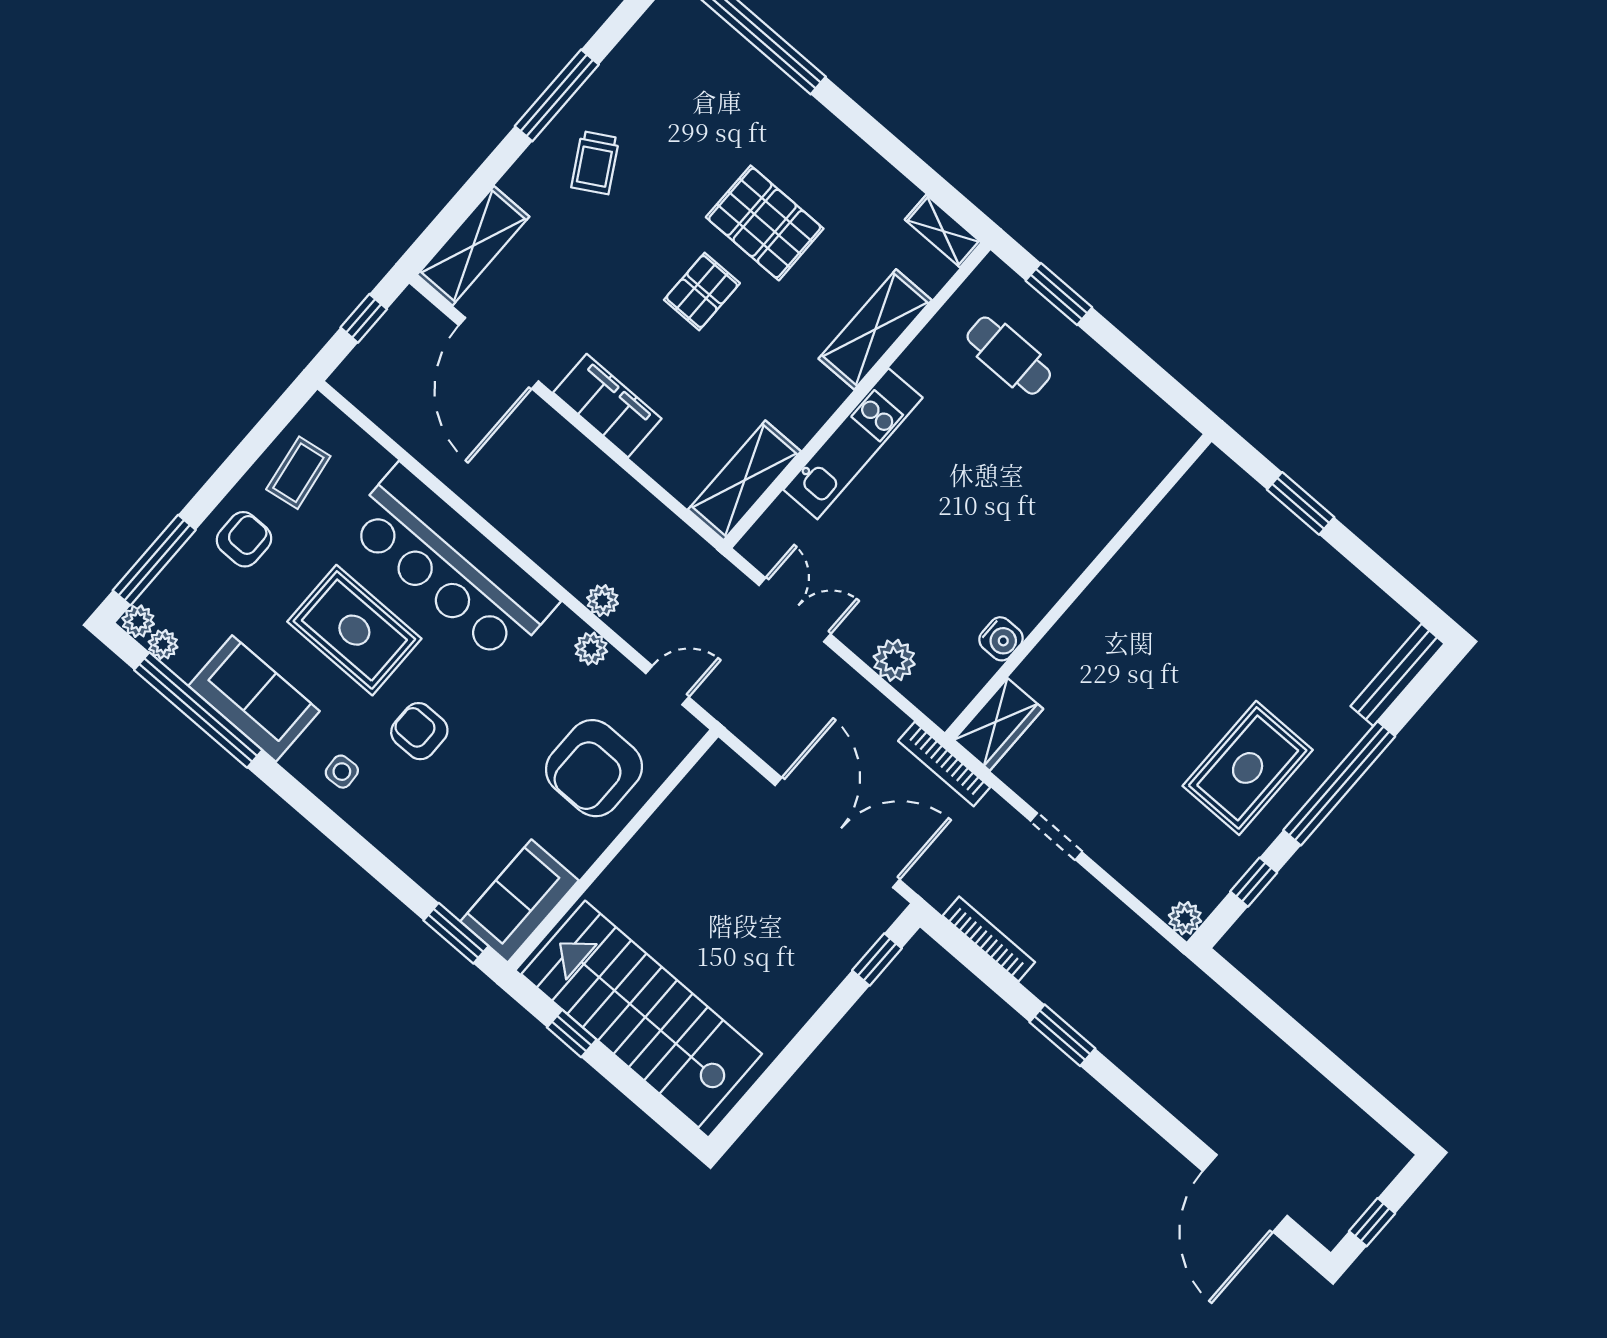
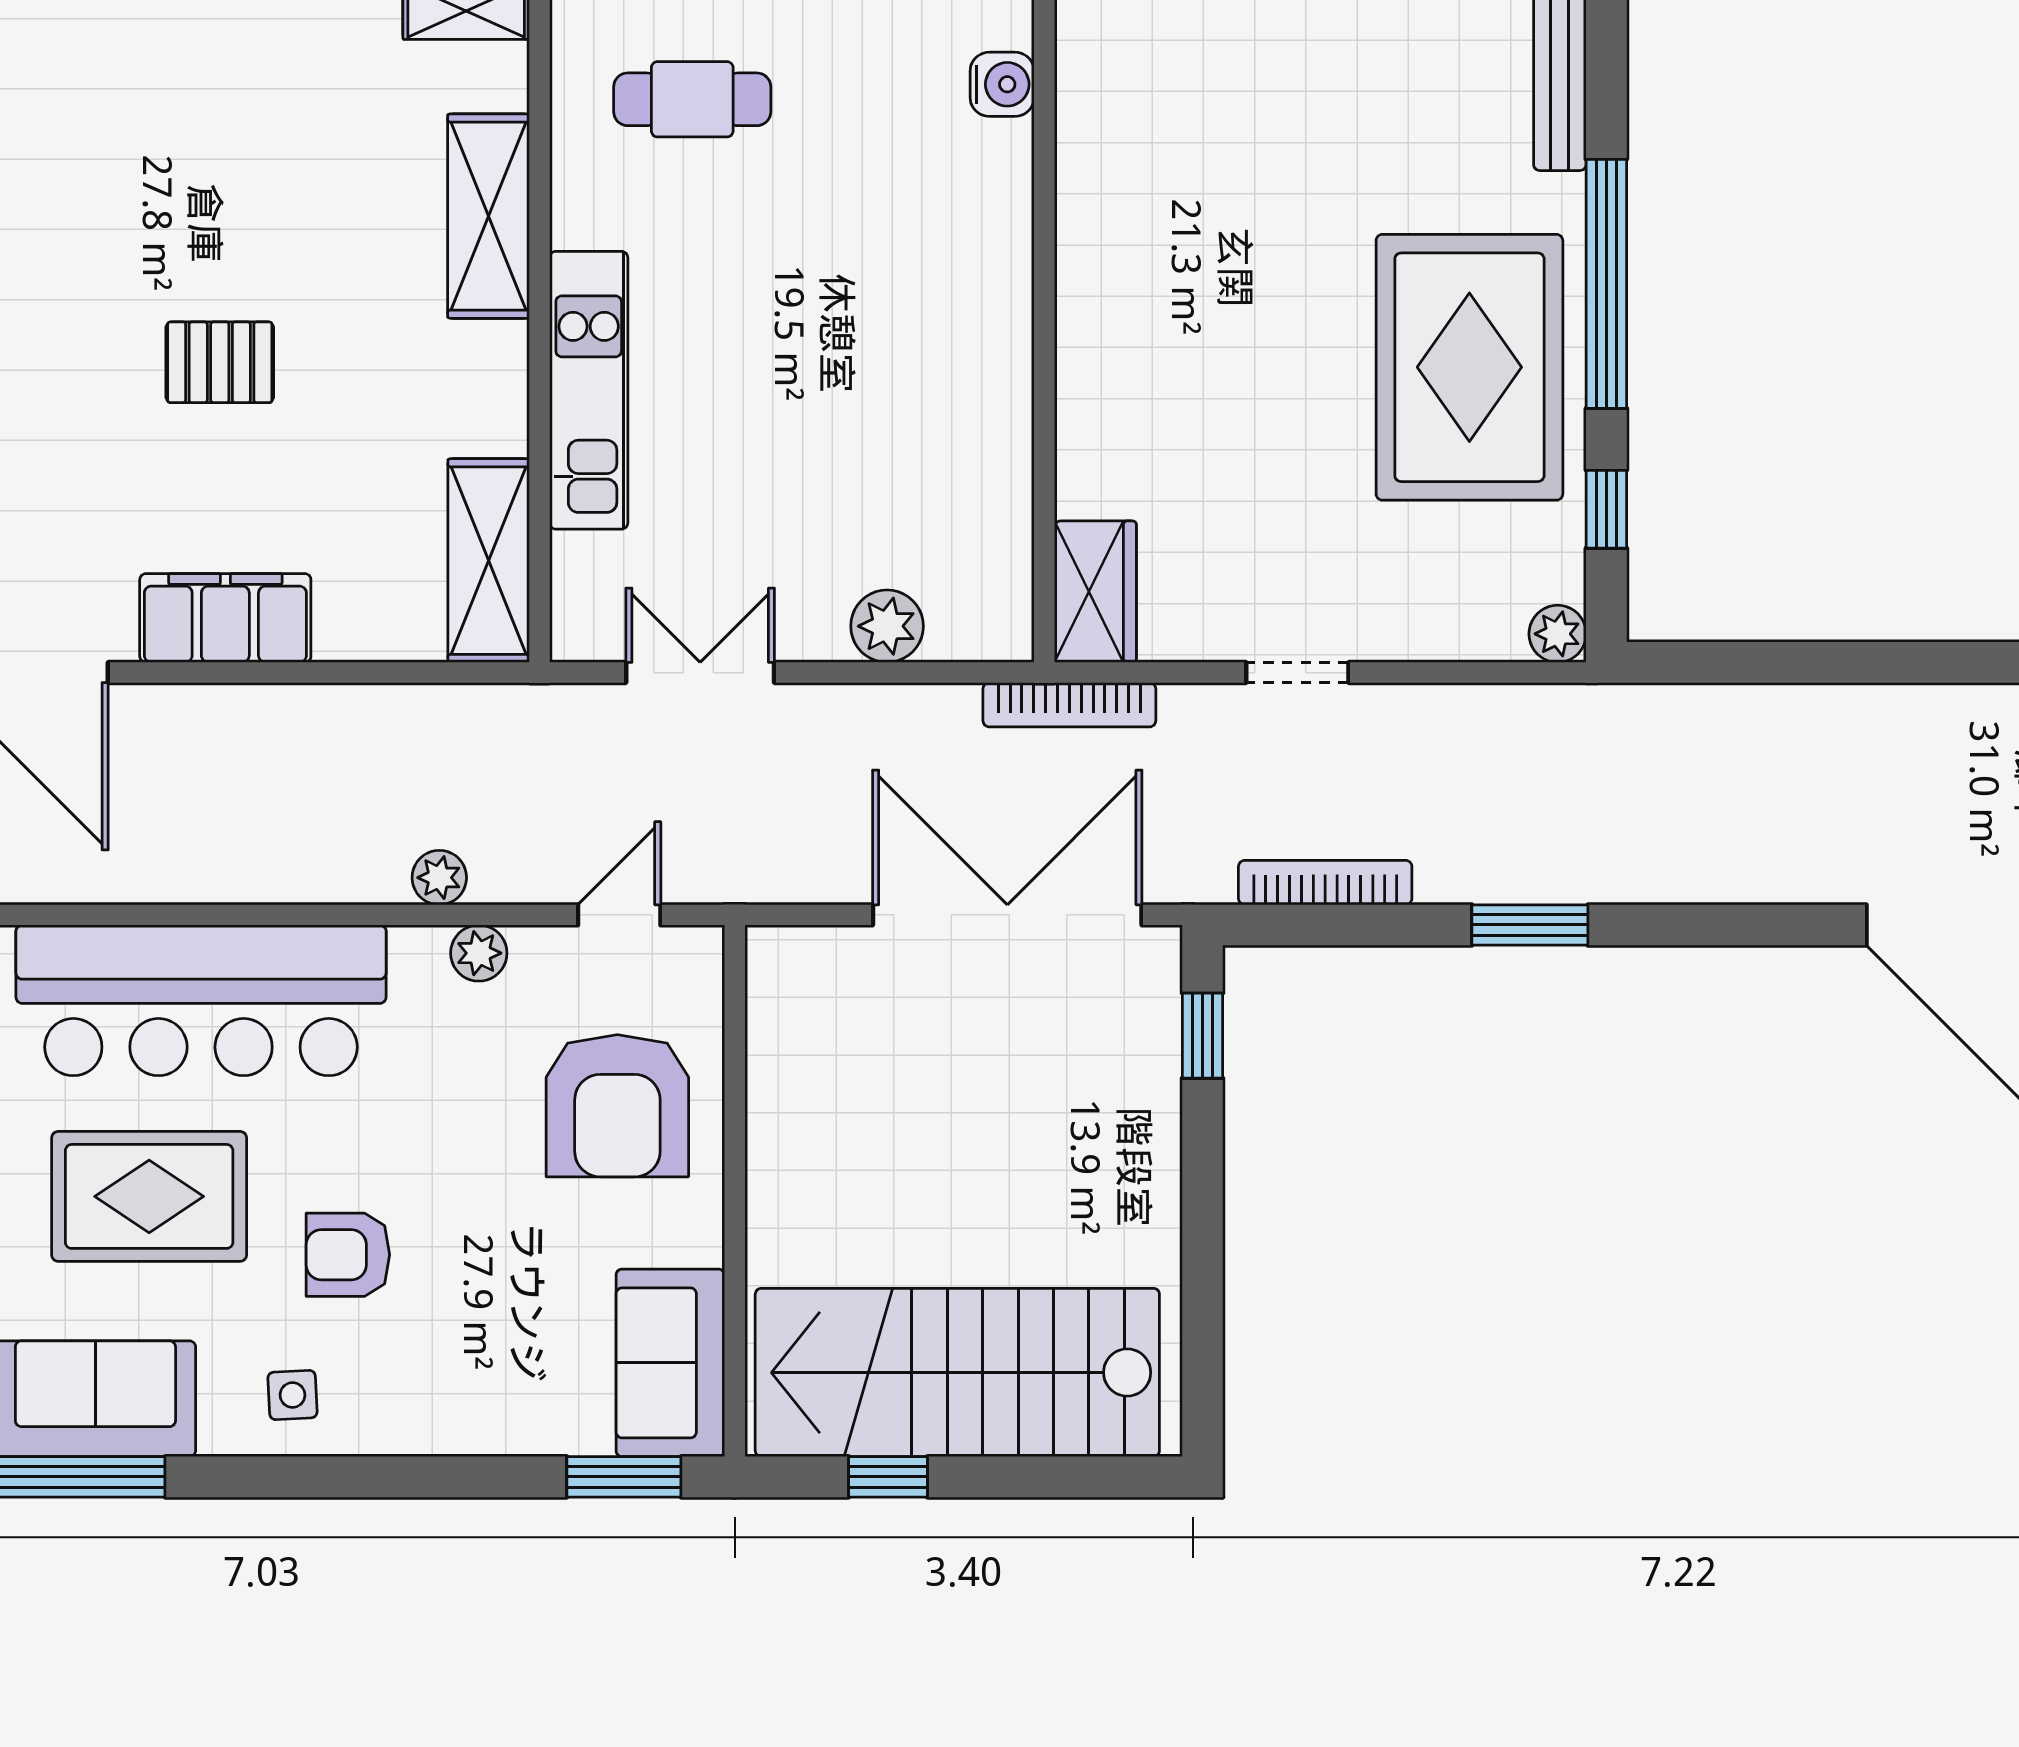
pallet: (765, 223) -> (224, 202), removed
pallet: (702, 291) -> (220, 362), turned 90
water cooler: (1001, 639) -> (1002, 84), moved
rug: (1248, 768) -> (1469, 367), width x1.37, depth x1.44

